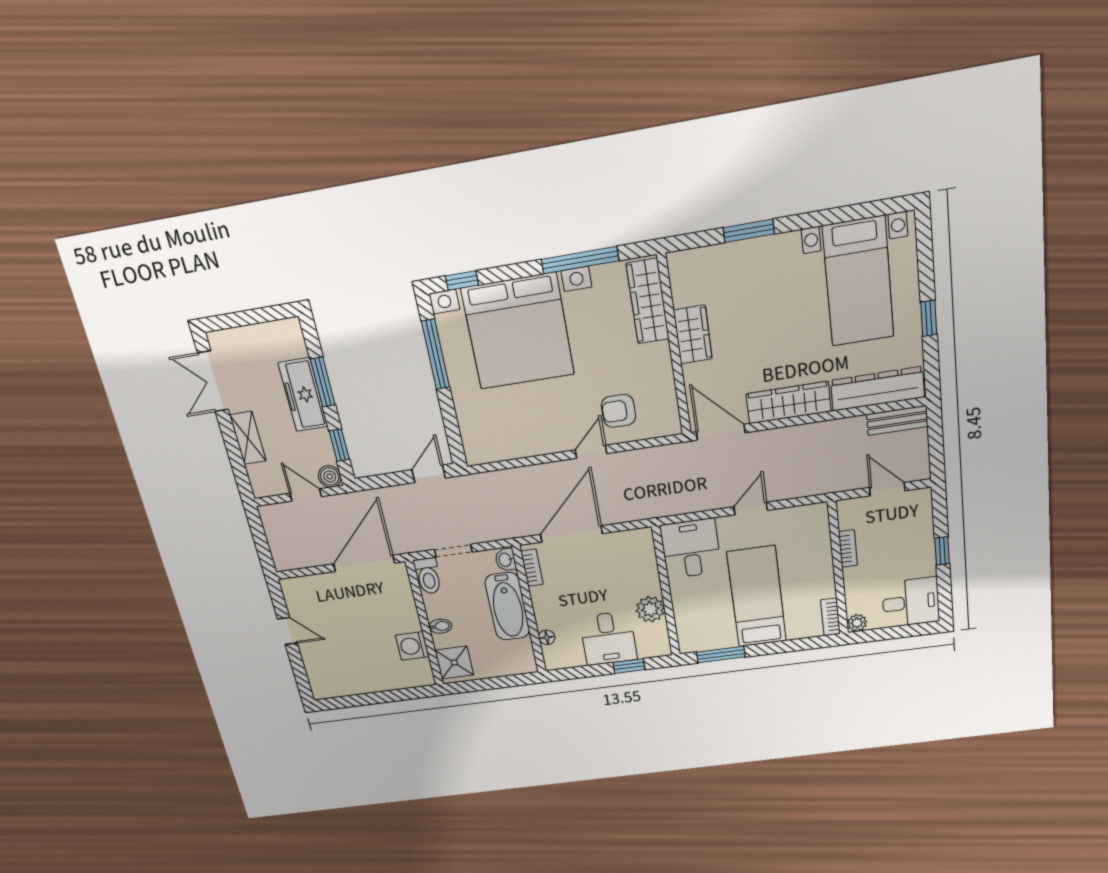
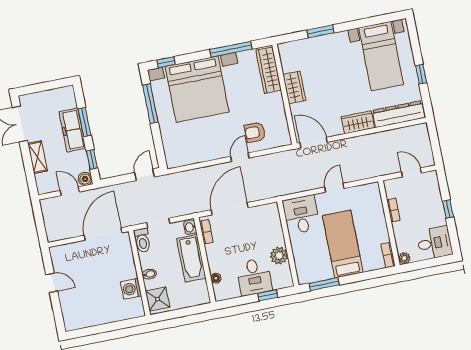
wardrobe: (789, 403) -> (358, 122), width x0.67
bench: (897, 420) -> (412, 132), removed

